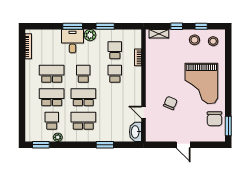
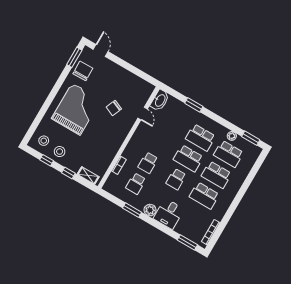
window: (73, 26) -> (187, 242), moved
school desk: (52, 121) -> (229, 154), width x1.85
door: (183, 145) -> (101, 50), moved

